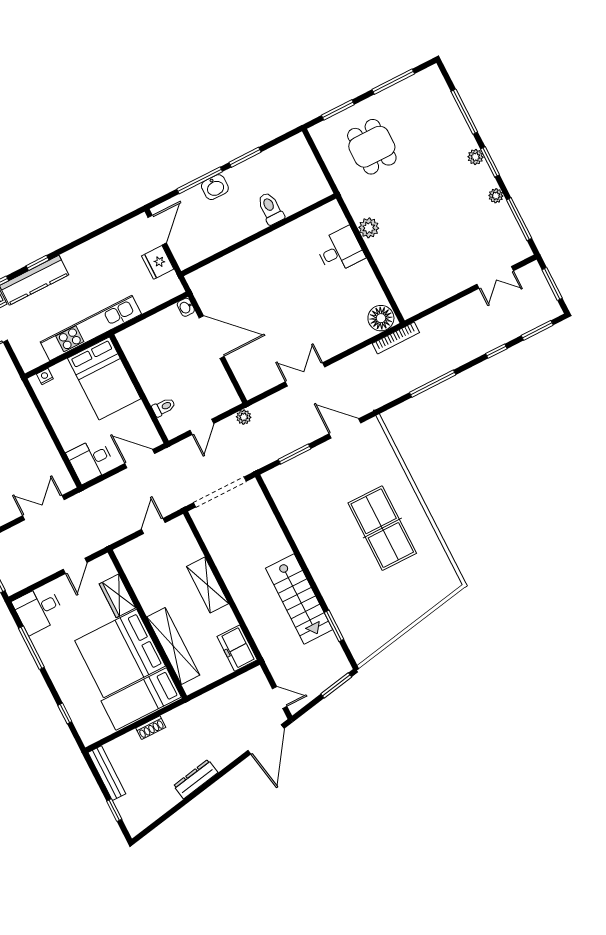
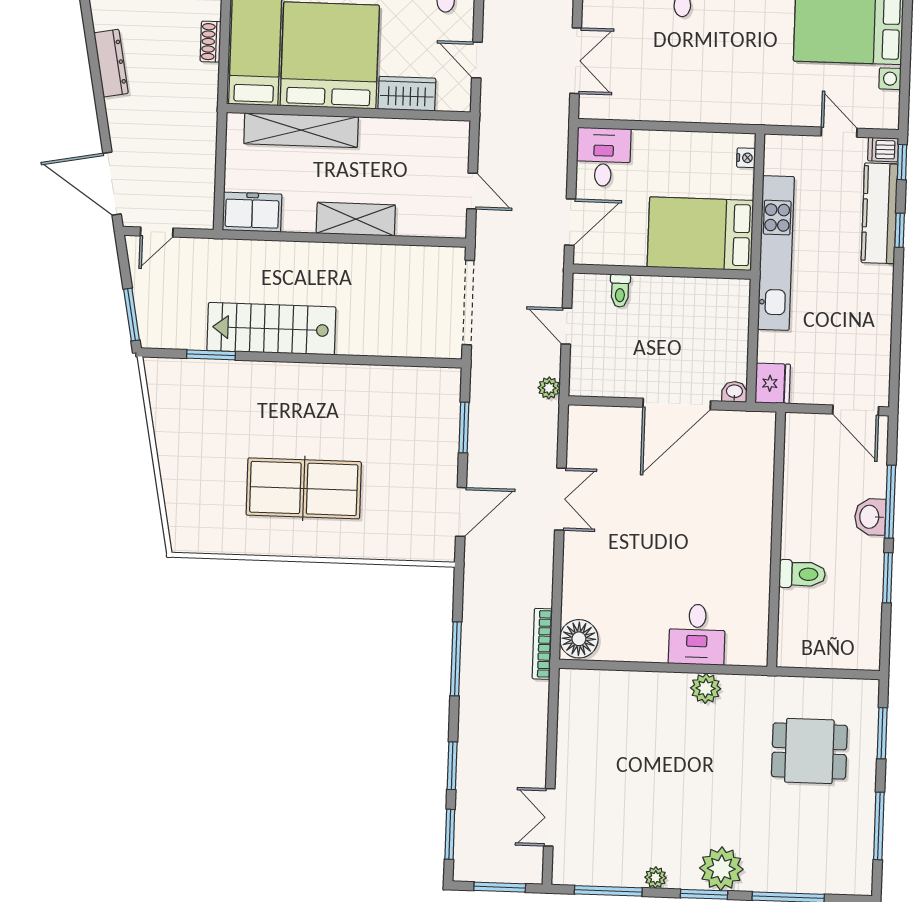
plant: (475, 157) -> (721, 869), width x1.88, depth x1.88
fridge: (158, 262) -> (773, 383), moved, turned 90
window: (496, 351) -> (452, 766), width x1.50

